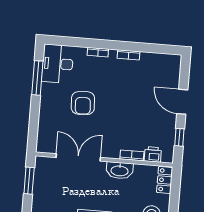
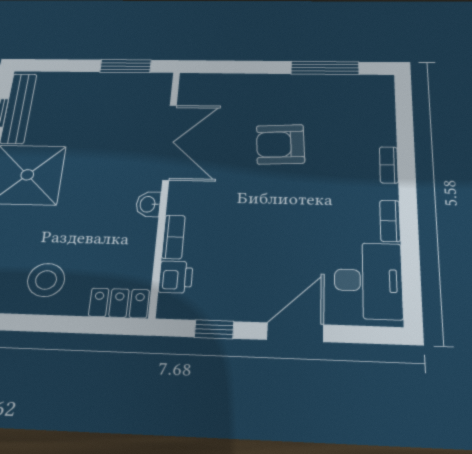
desk: (58, 64) -> (368, 280), moved, turned 90
washbasin: (120, 170) -> (148, 204), width x0.52, depth x0.69

